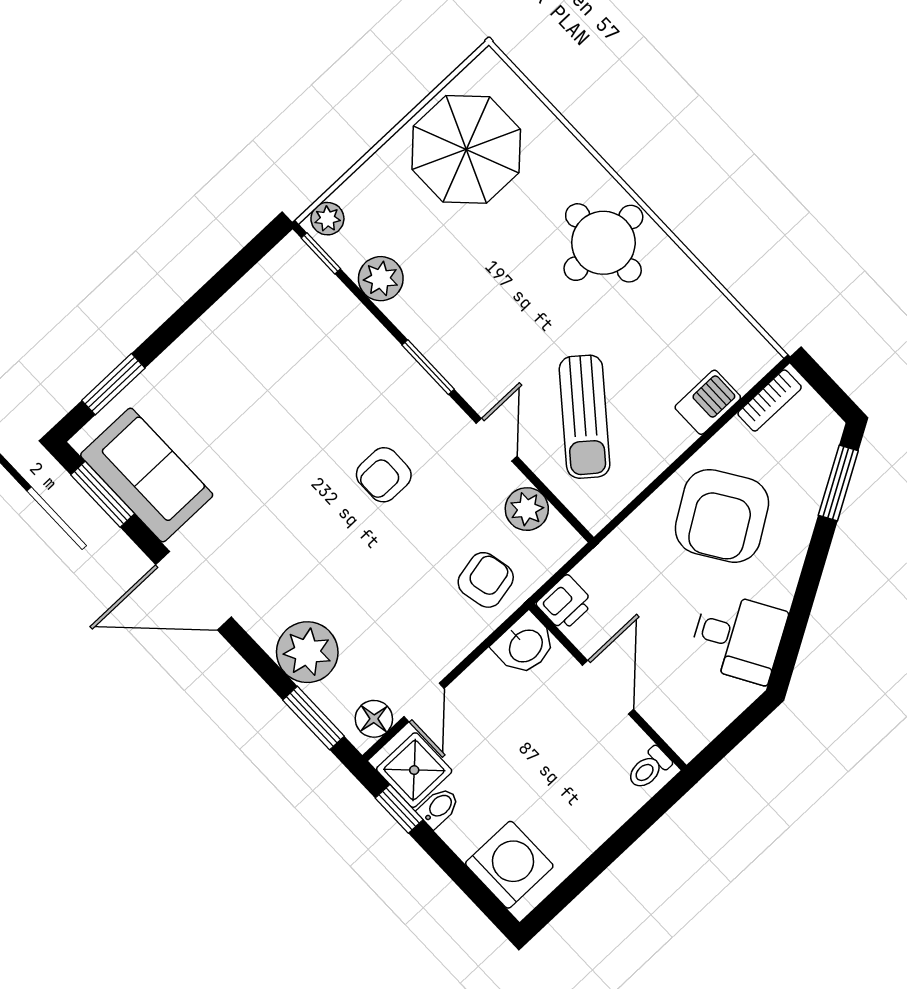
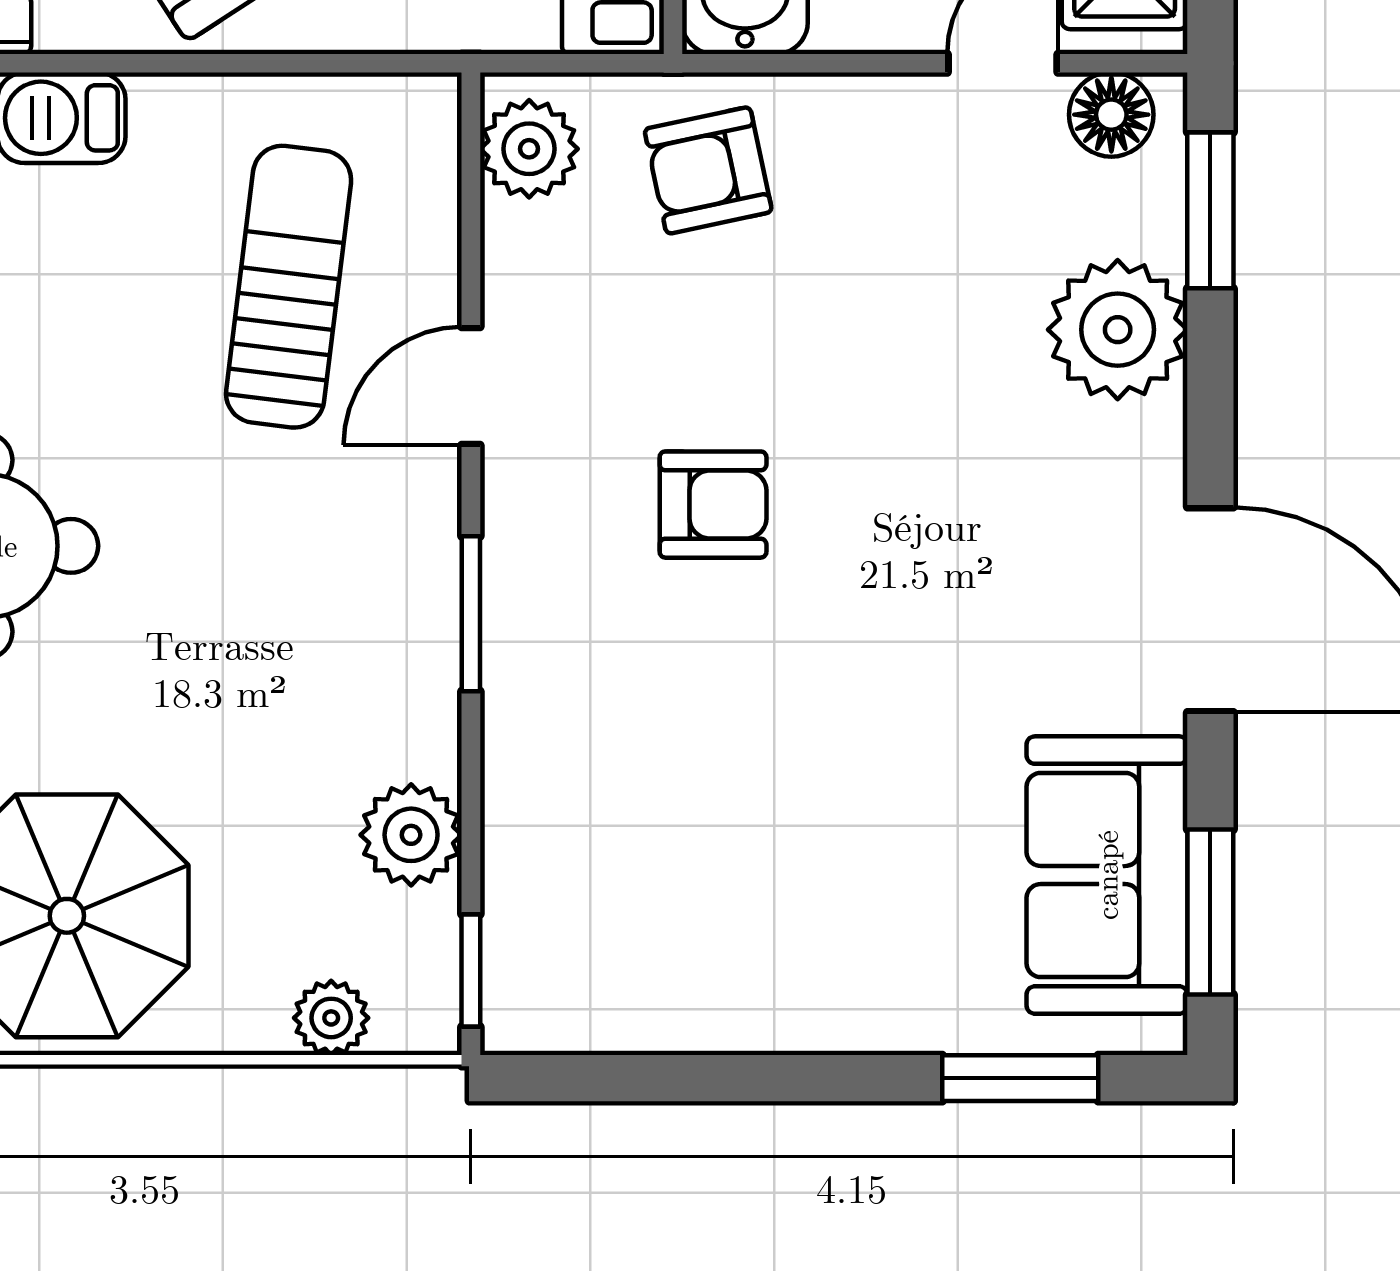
plant: (327, 219) -> (331, 1018), moved
sun lounger: (585, 417) -> (289, 287), turned -32
plant: (527, 509) -> (529, 149), moved

